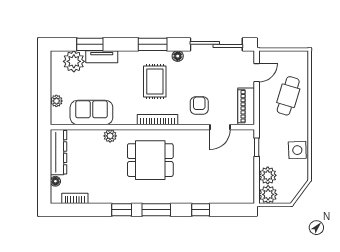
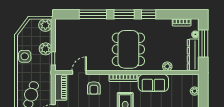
sofa: (91, 112) -> (153, 83), moved
plant: (110, 136) -> (167, 66), moved
dining table: (150, 160) -> (128, 49), width x1.38
window: (44, 168) -> (203, 43), added
plant: (268, 175) -> (46, 49), moved
window: (201, 210) -> (93, 14), width x2.17

